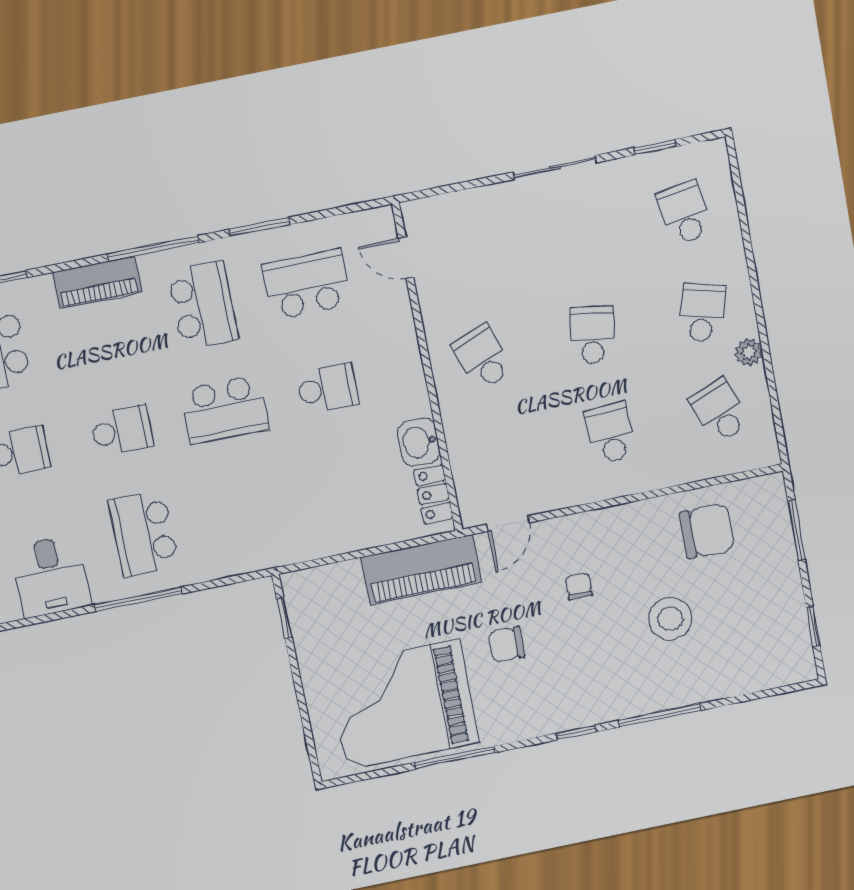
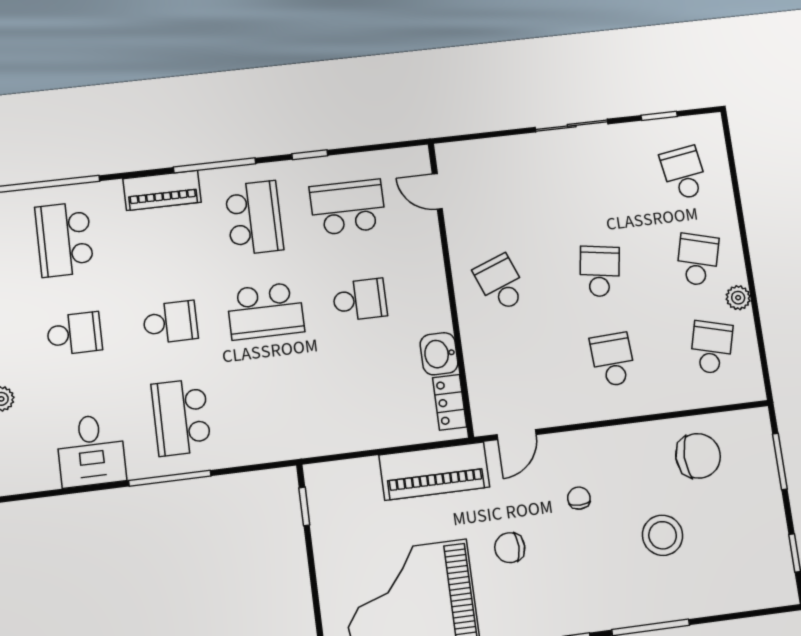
window: (259, 227) -> (310, 155), width x0.67
school desk: (719, 411) -> (711, 348), turned 36

